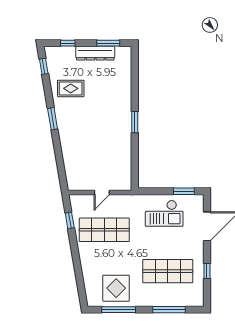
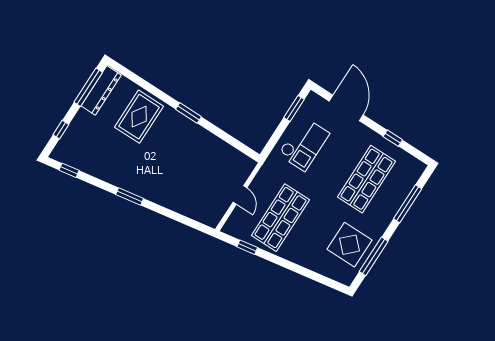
window: (108, 43) -> (88, 87), width x1.44
dresser: (95, 53) -> (101, 90), moved
rug: (71, 88) -> (139, 117), moved, width x1.36, depth x1.43

